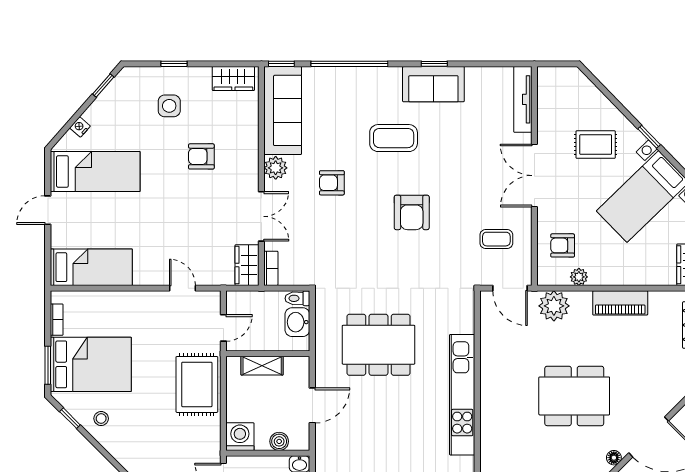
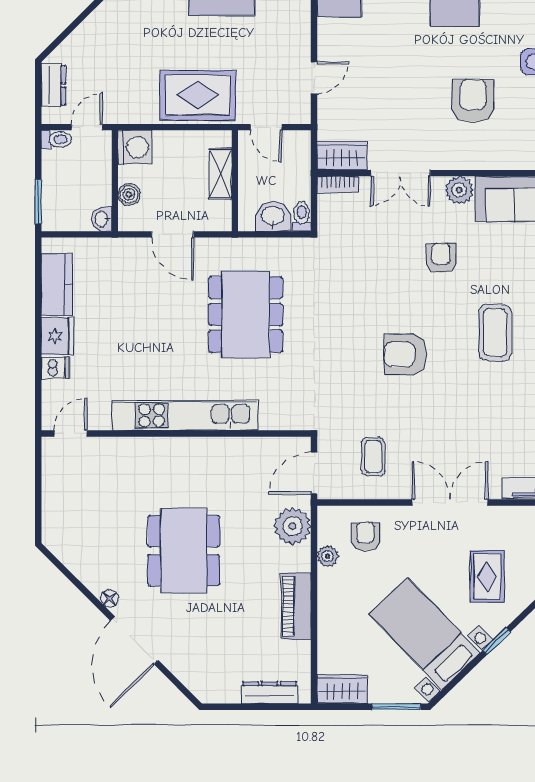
armchair: (201, 156) -> (473, 101), width x1.38, depth x1.38

